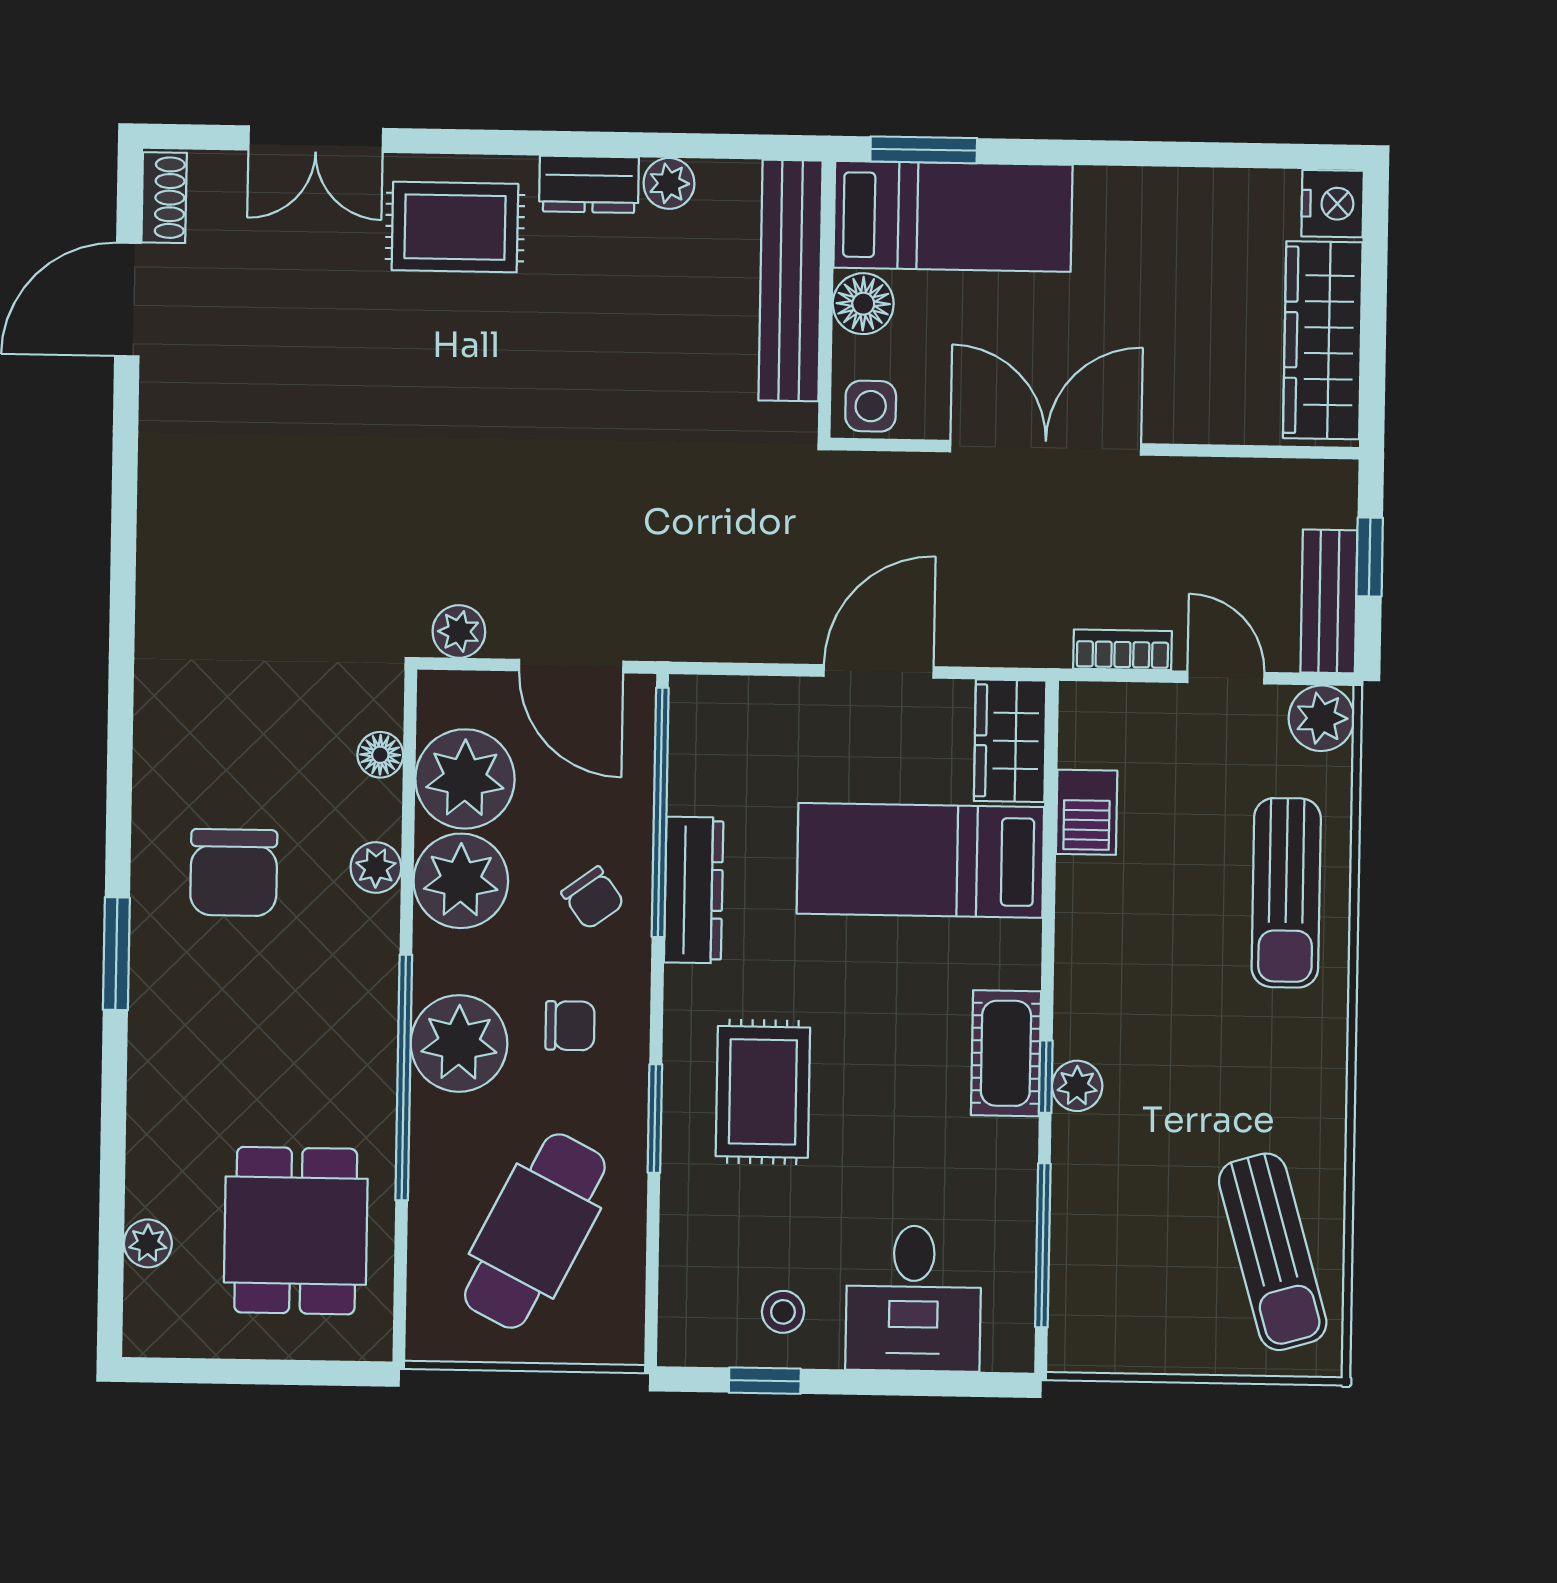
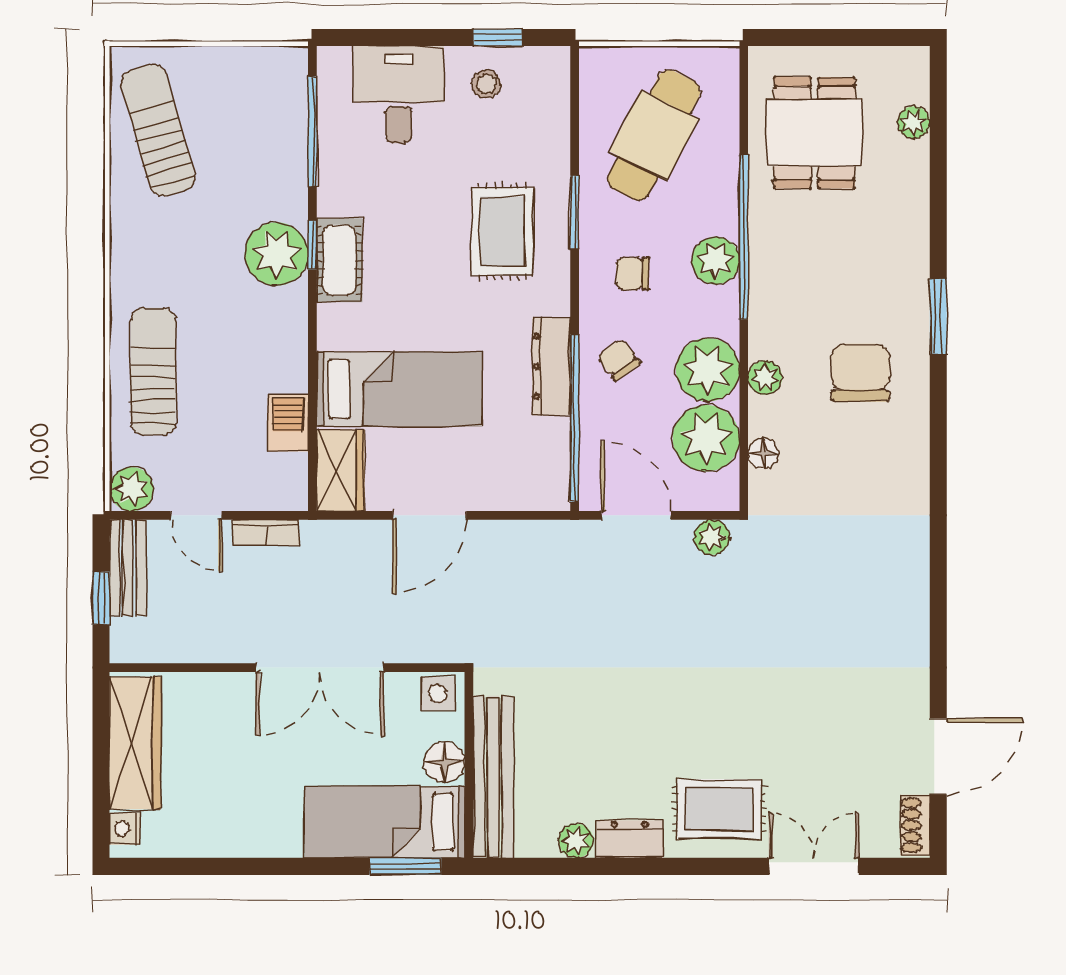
nightstand: (1333, 204) -> (125, 829), width x0.72, depth x0.74
plant: (459, 1043) -> (716, 260), width x0.73, depth x0.73
plant: (1077, 1086) -> (276, 254), width x1.88, depth x1.88

